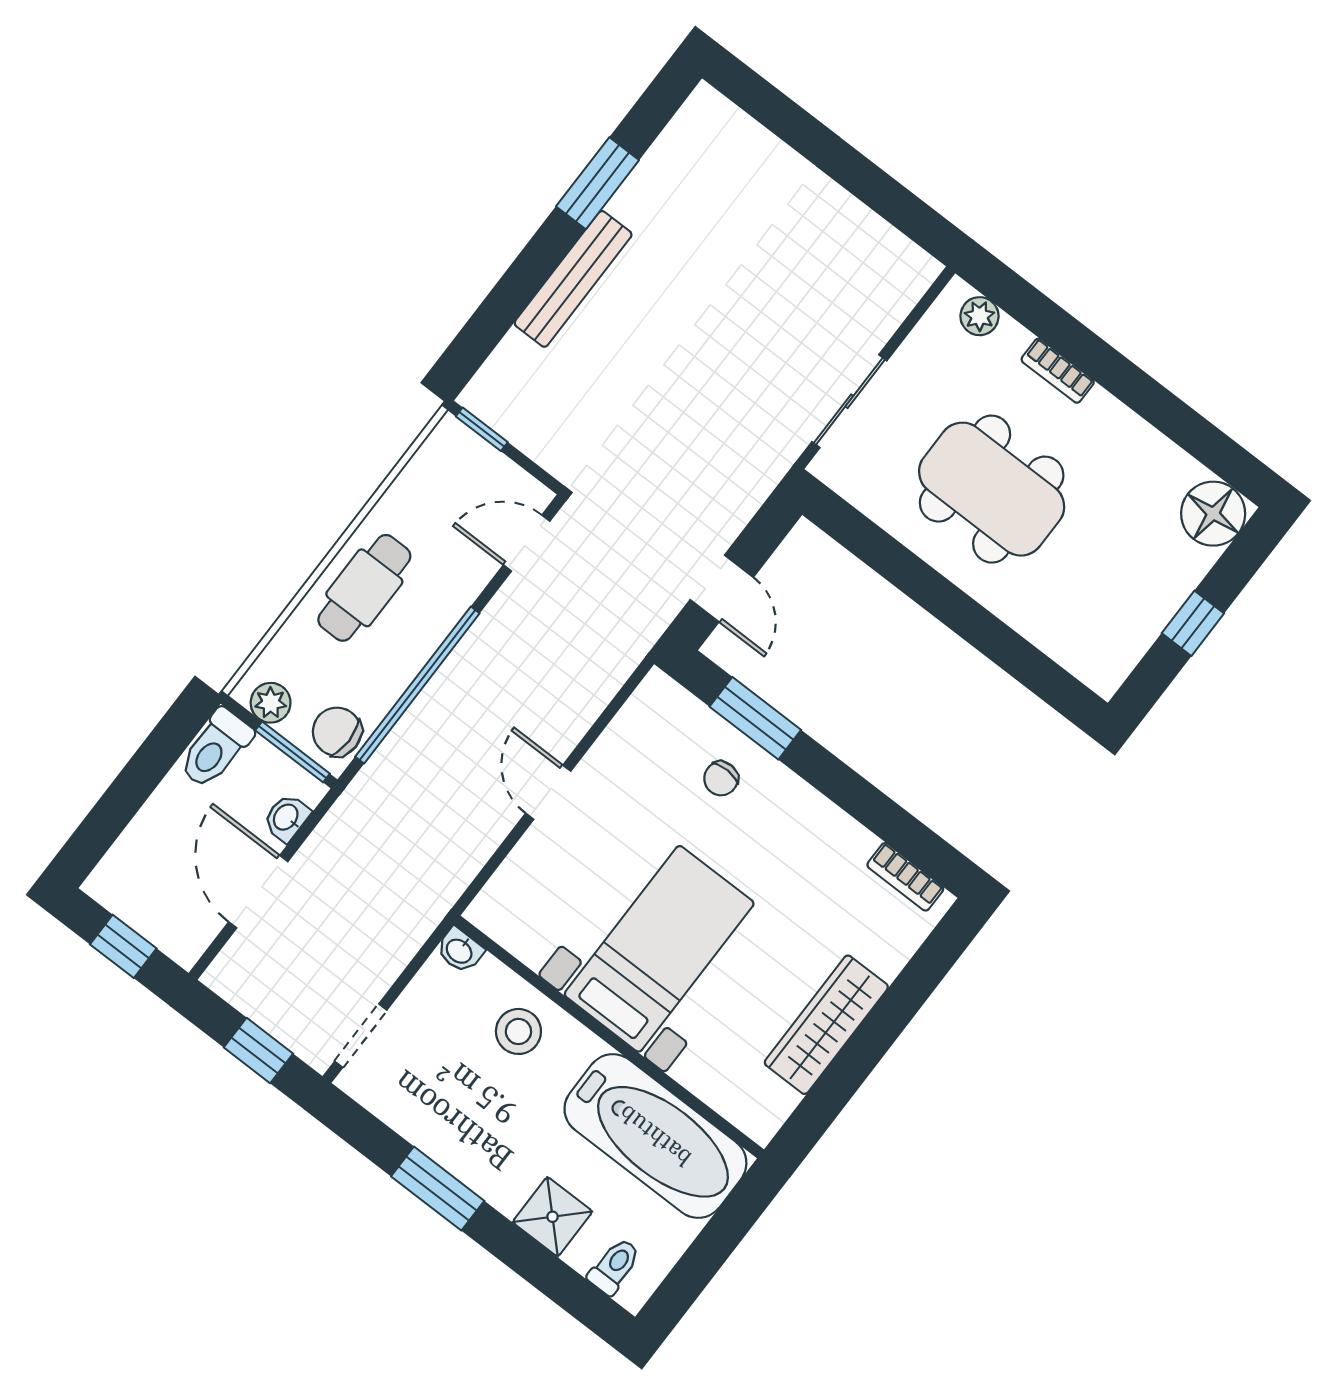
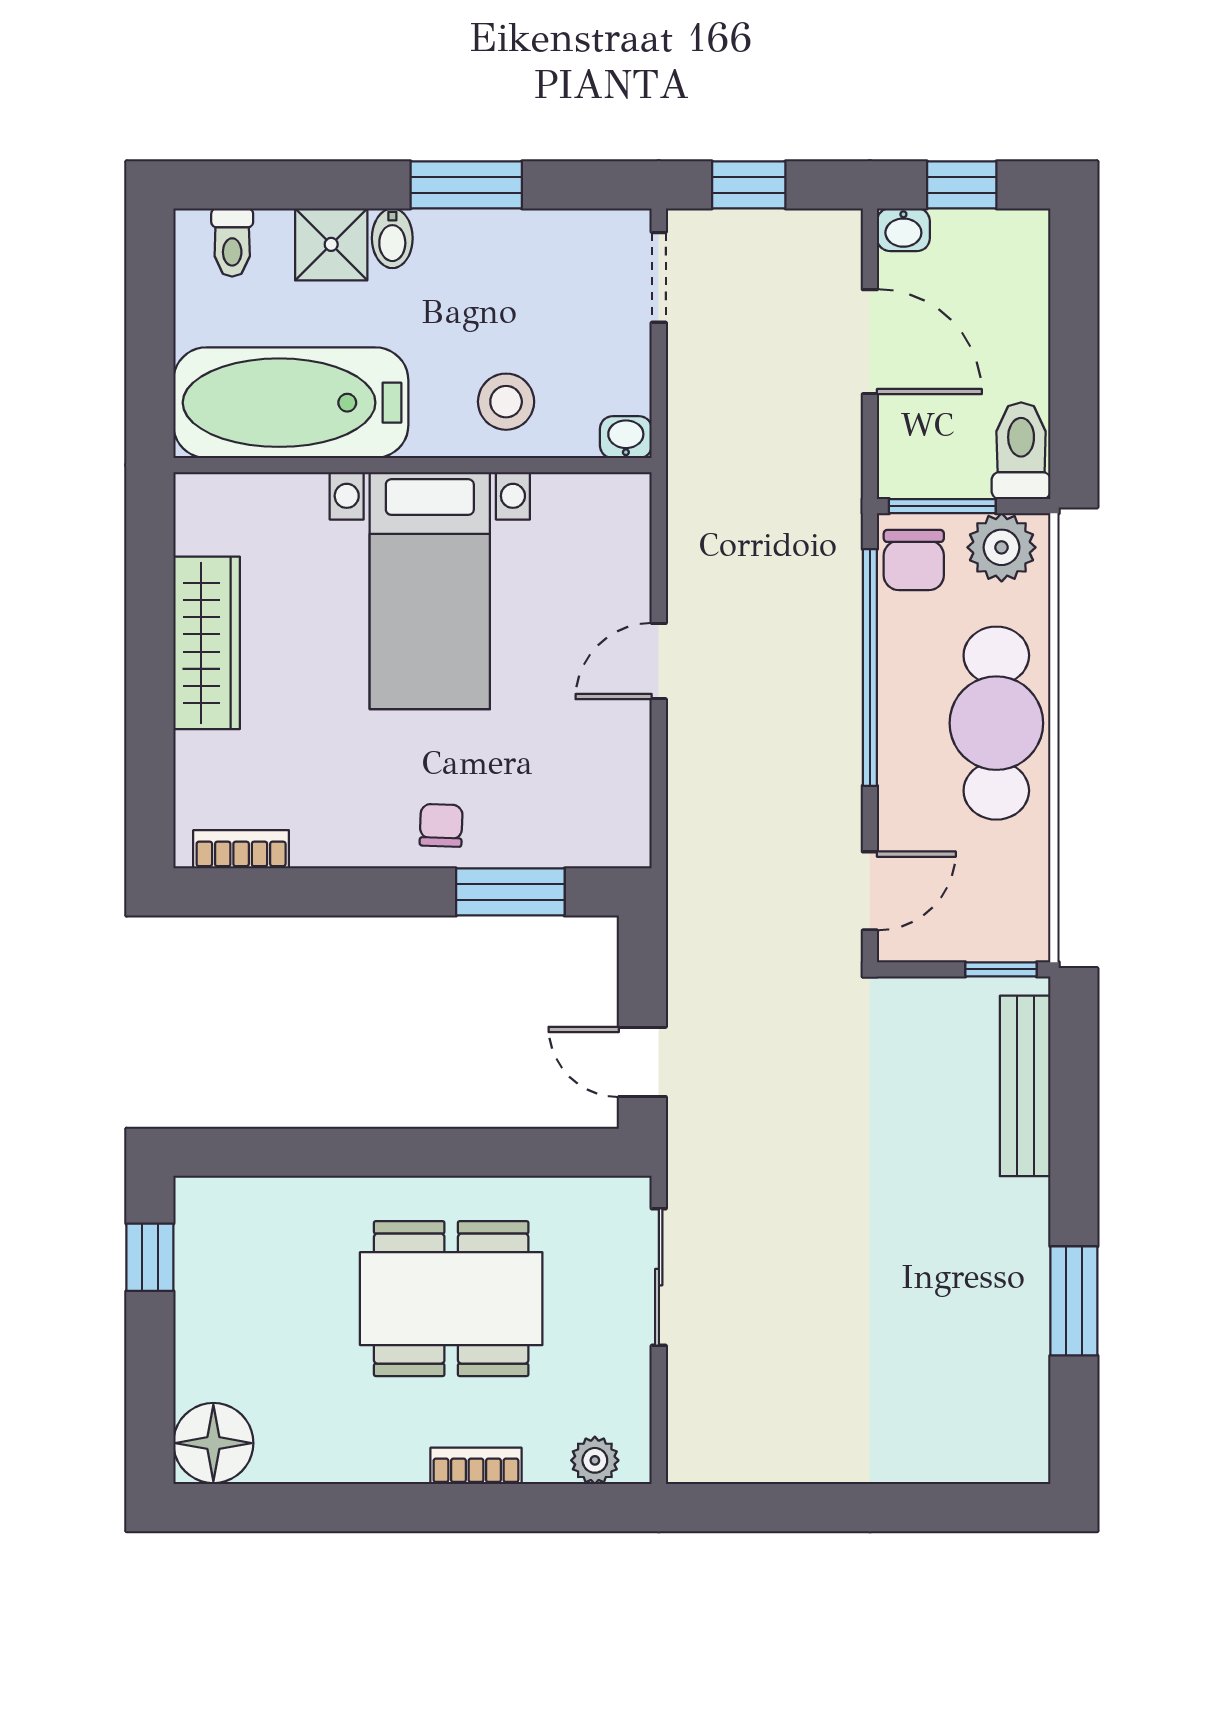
bench: (573, 279) -> (1025, 1086), moved
cafe table: (364, 588) -> (996, 723), width x1.37, depth x1.35
door: (722, 589) -> (642, 1062), moved
window: (1193, 623) -> (150, 1257), moved
plant: (271, 703) -> (1002, 547), width x1.38, depth x1.38
chair: (337, 732) -> (914, 560), turned 90
chair: (721, 779) -> (441, 825), moved
door: (548, 792) -> (659, 661), swing flipped
washbasin: (287, 818) -> (903, 230), moved, turned 90
bidet: (511, 1191) -> (392, 238), added

